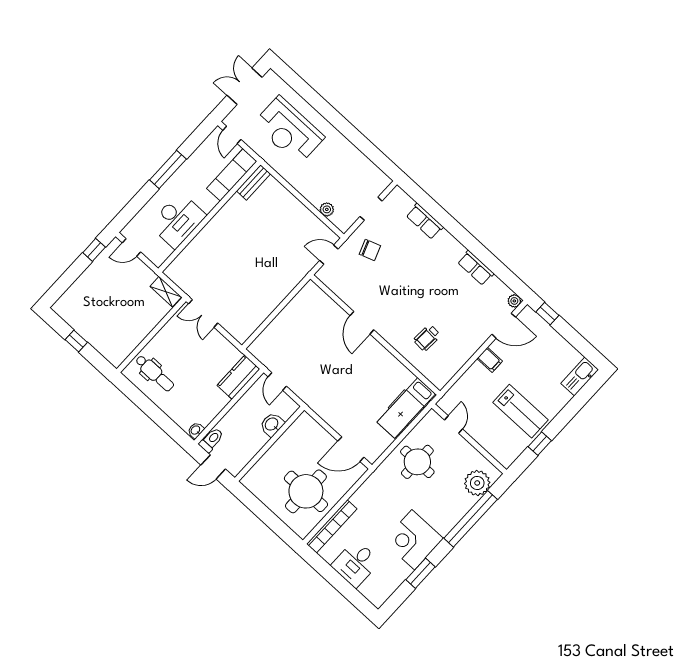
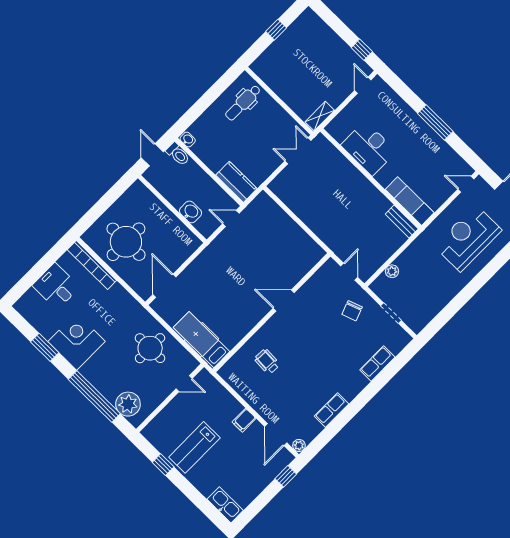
exam couch: (232, 175) -> (410, 201), moved
bench: (254, 182) -> (402, 221), moved
wall: (209, 217) -> (371, 179), moved
desk: (178, 220) -> (369, 148), moved

